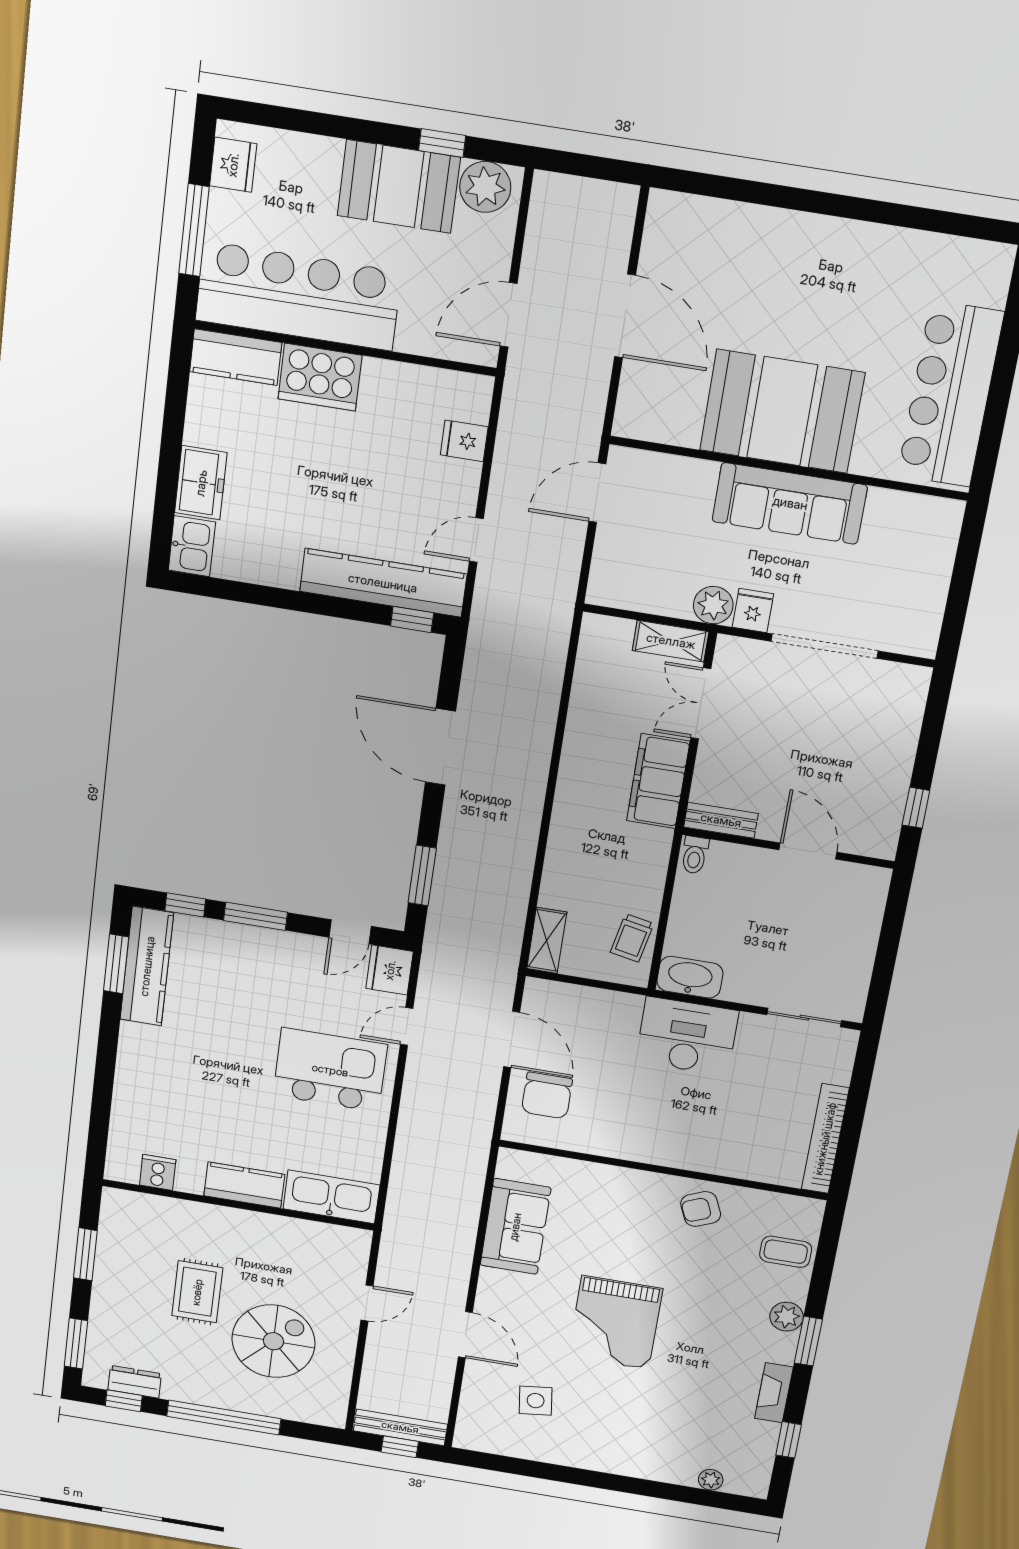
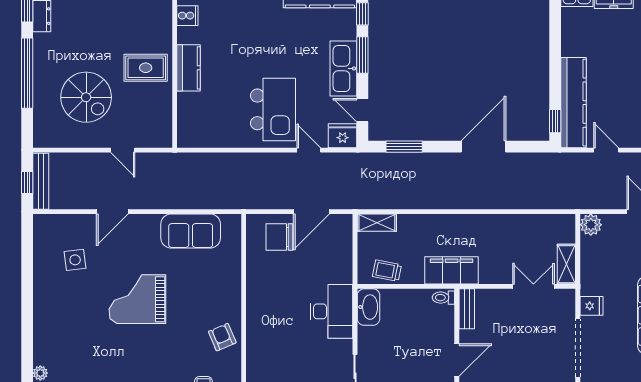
plant: (713, 605) -> (591, 225), moved
filing cabinet: (658, 781) -> (452, 270), moved
kitchen sink: (331, 1197) -> (343, 68), moved, turned 180
rug: (197, 1292) -> (146, 68), moved

